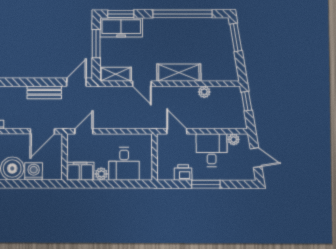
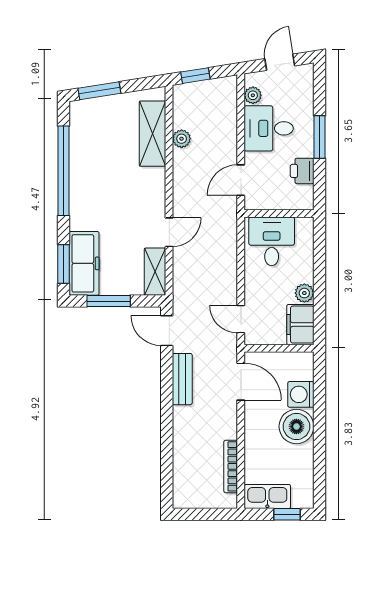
shelving: (179, 73) -> (153, 134), moved
desk: (124, 164) -> (272, 241), moved, turned -90

